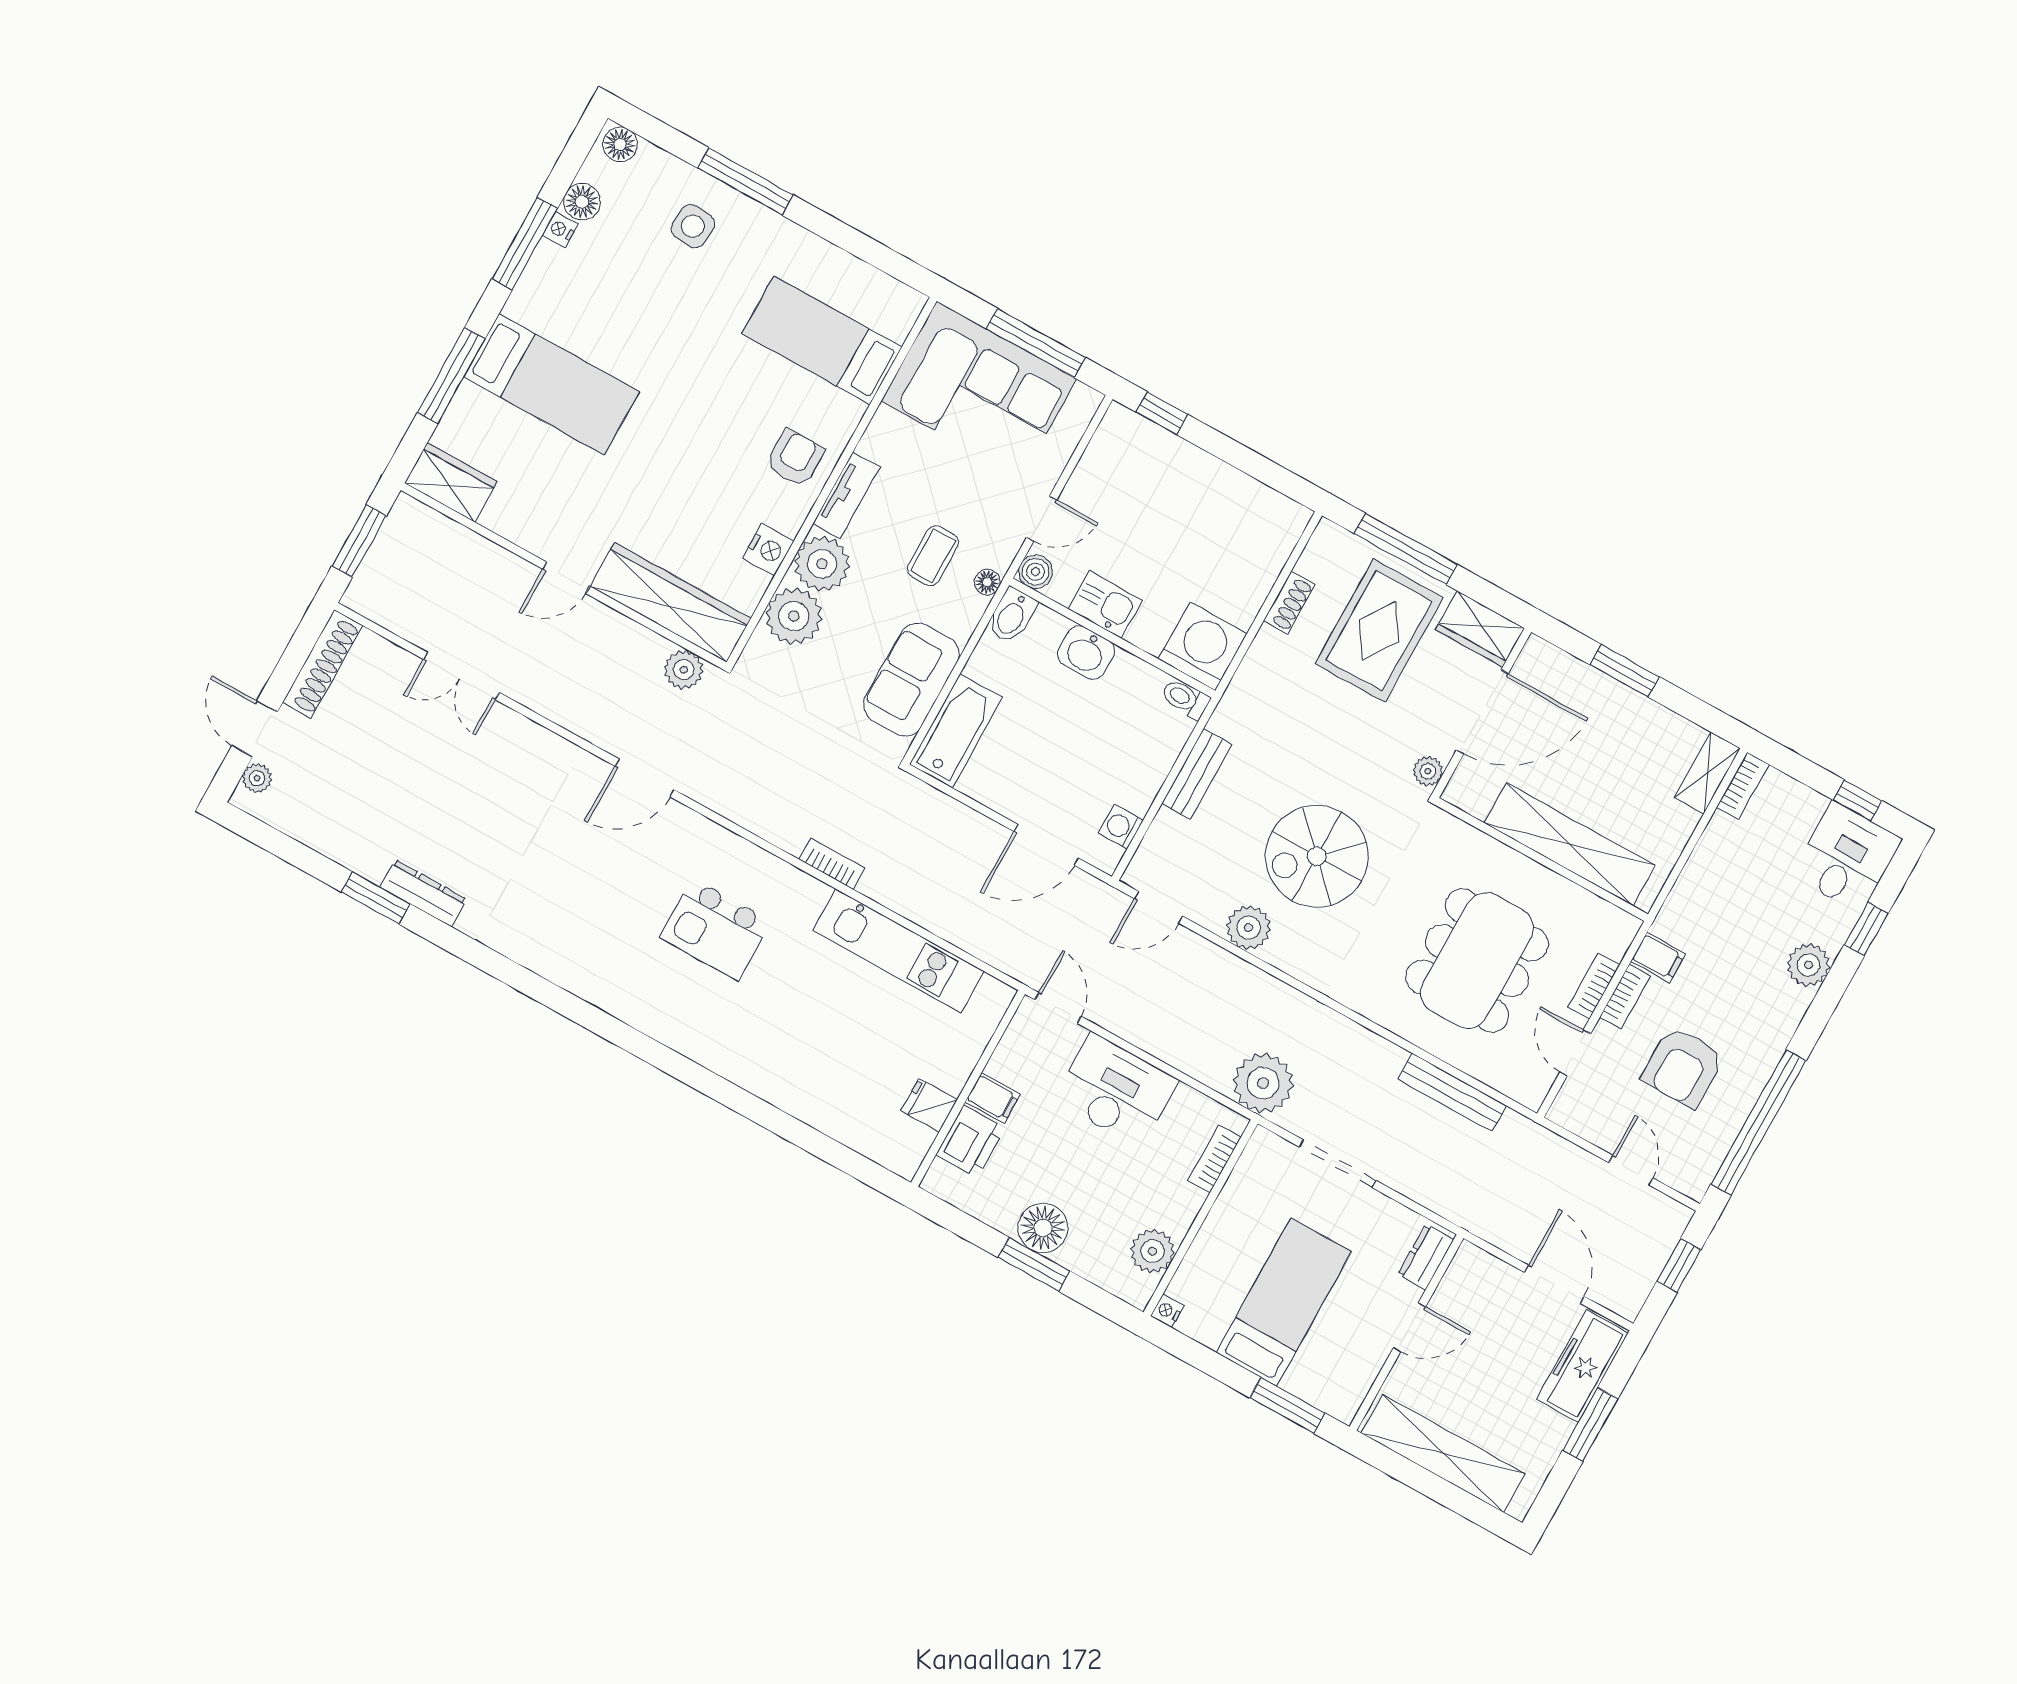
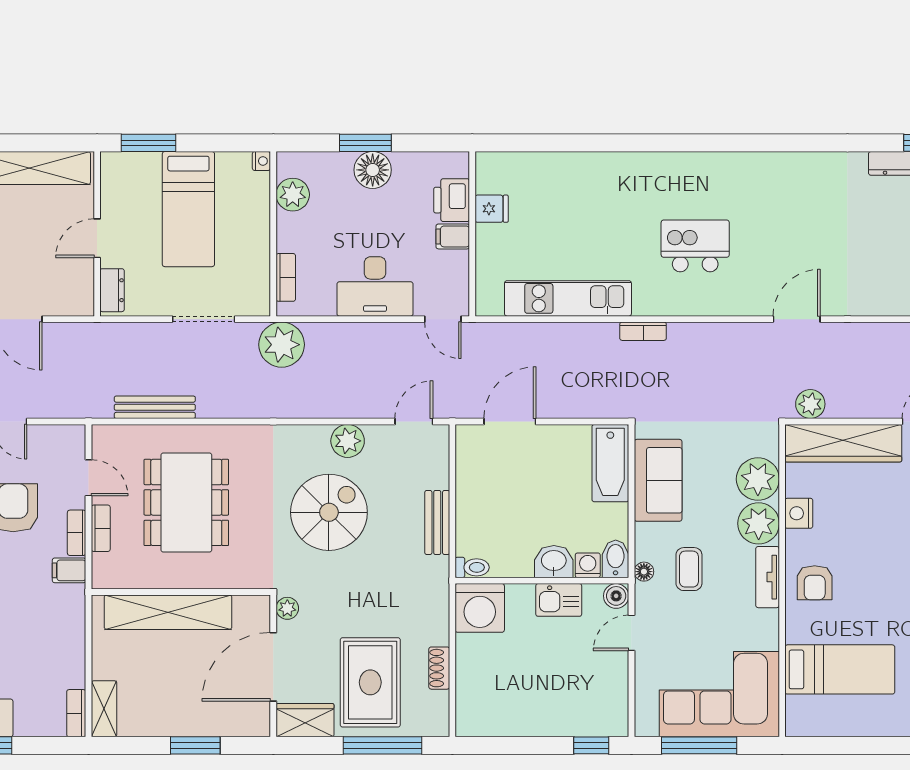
washing machine: (1121, 827) -> (588, 565), moved, turned -90

